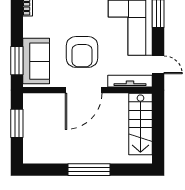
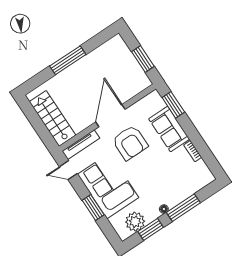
armchair: (82, 52) -> (130, 143), turned 180
sofa: (36, 61) -> (169, 129), moved

